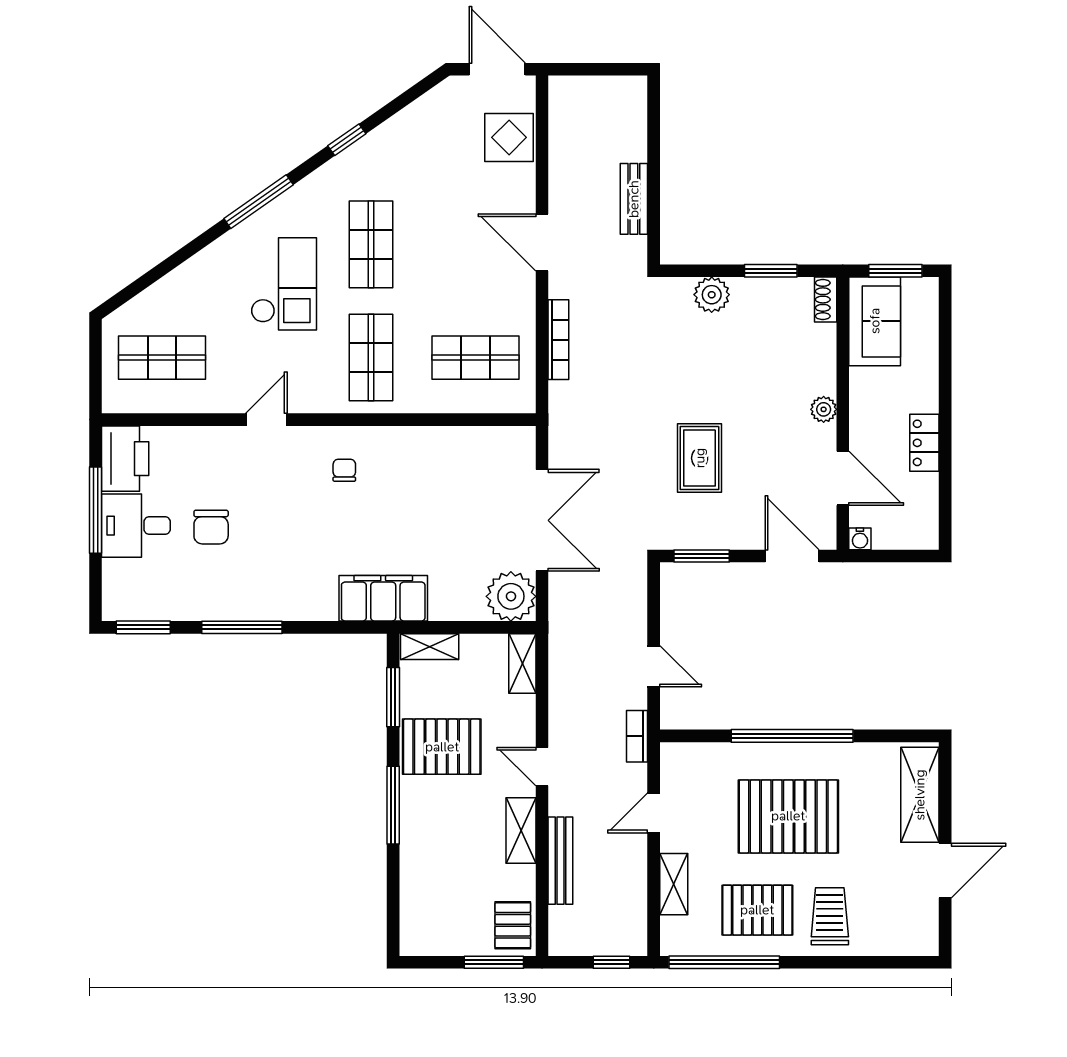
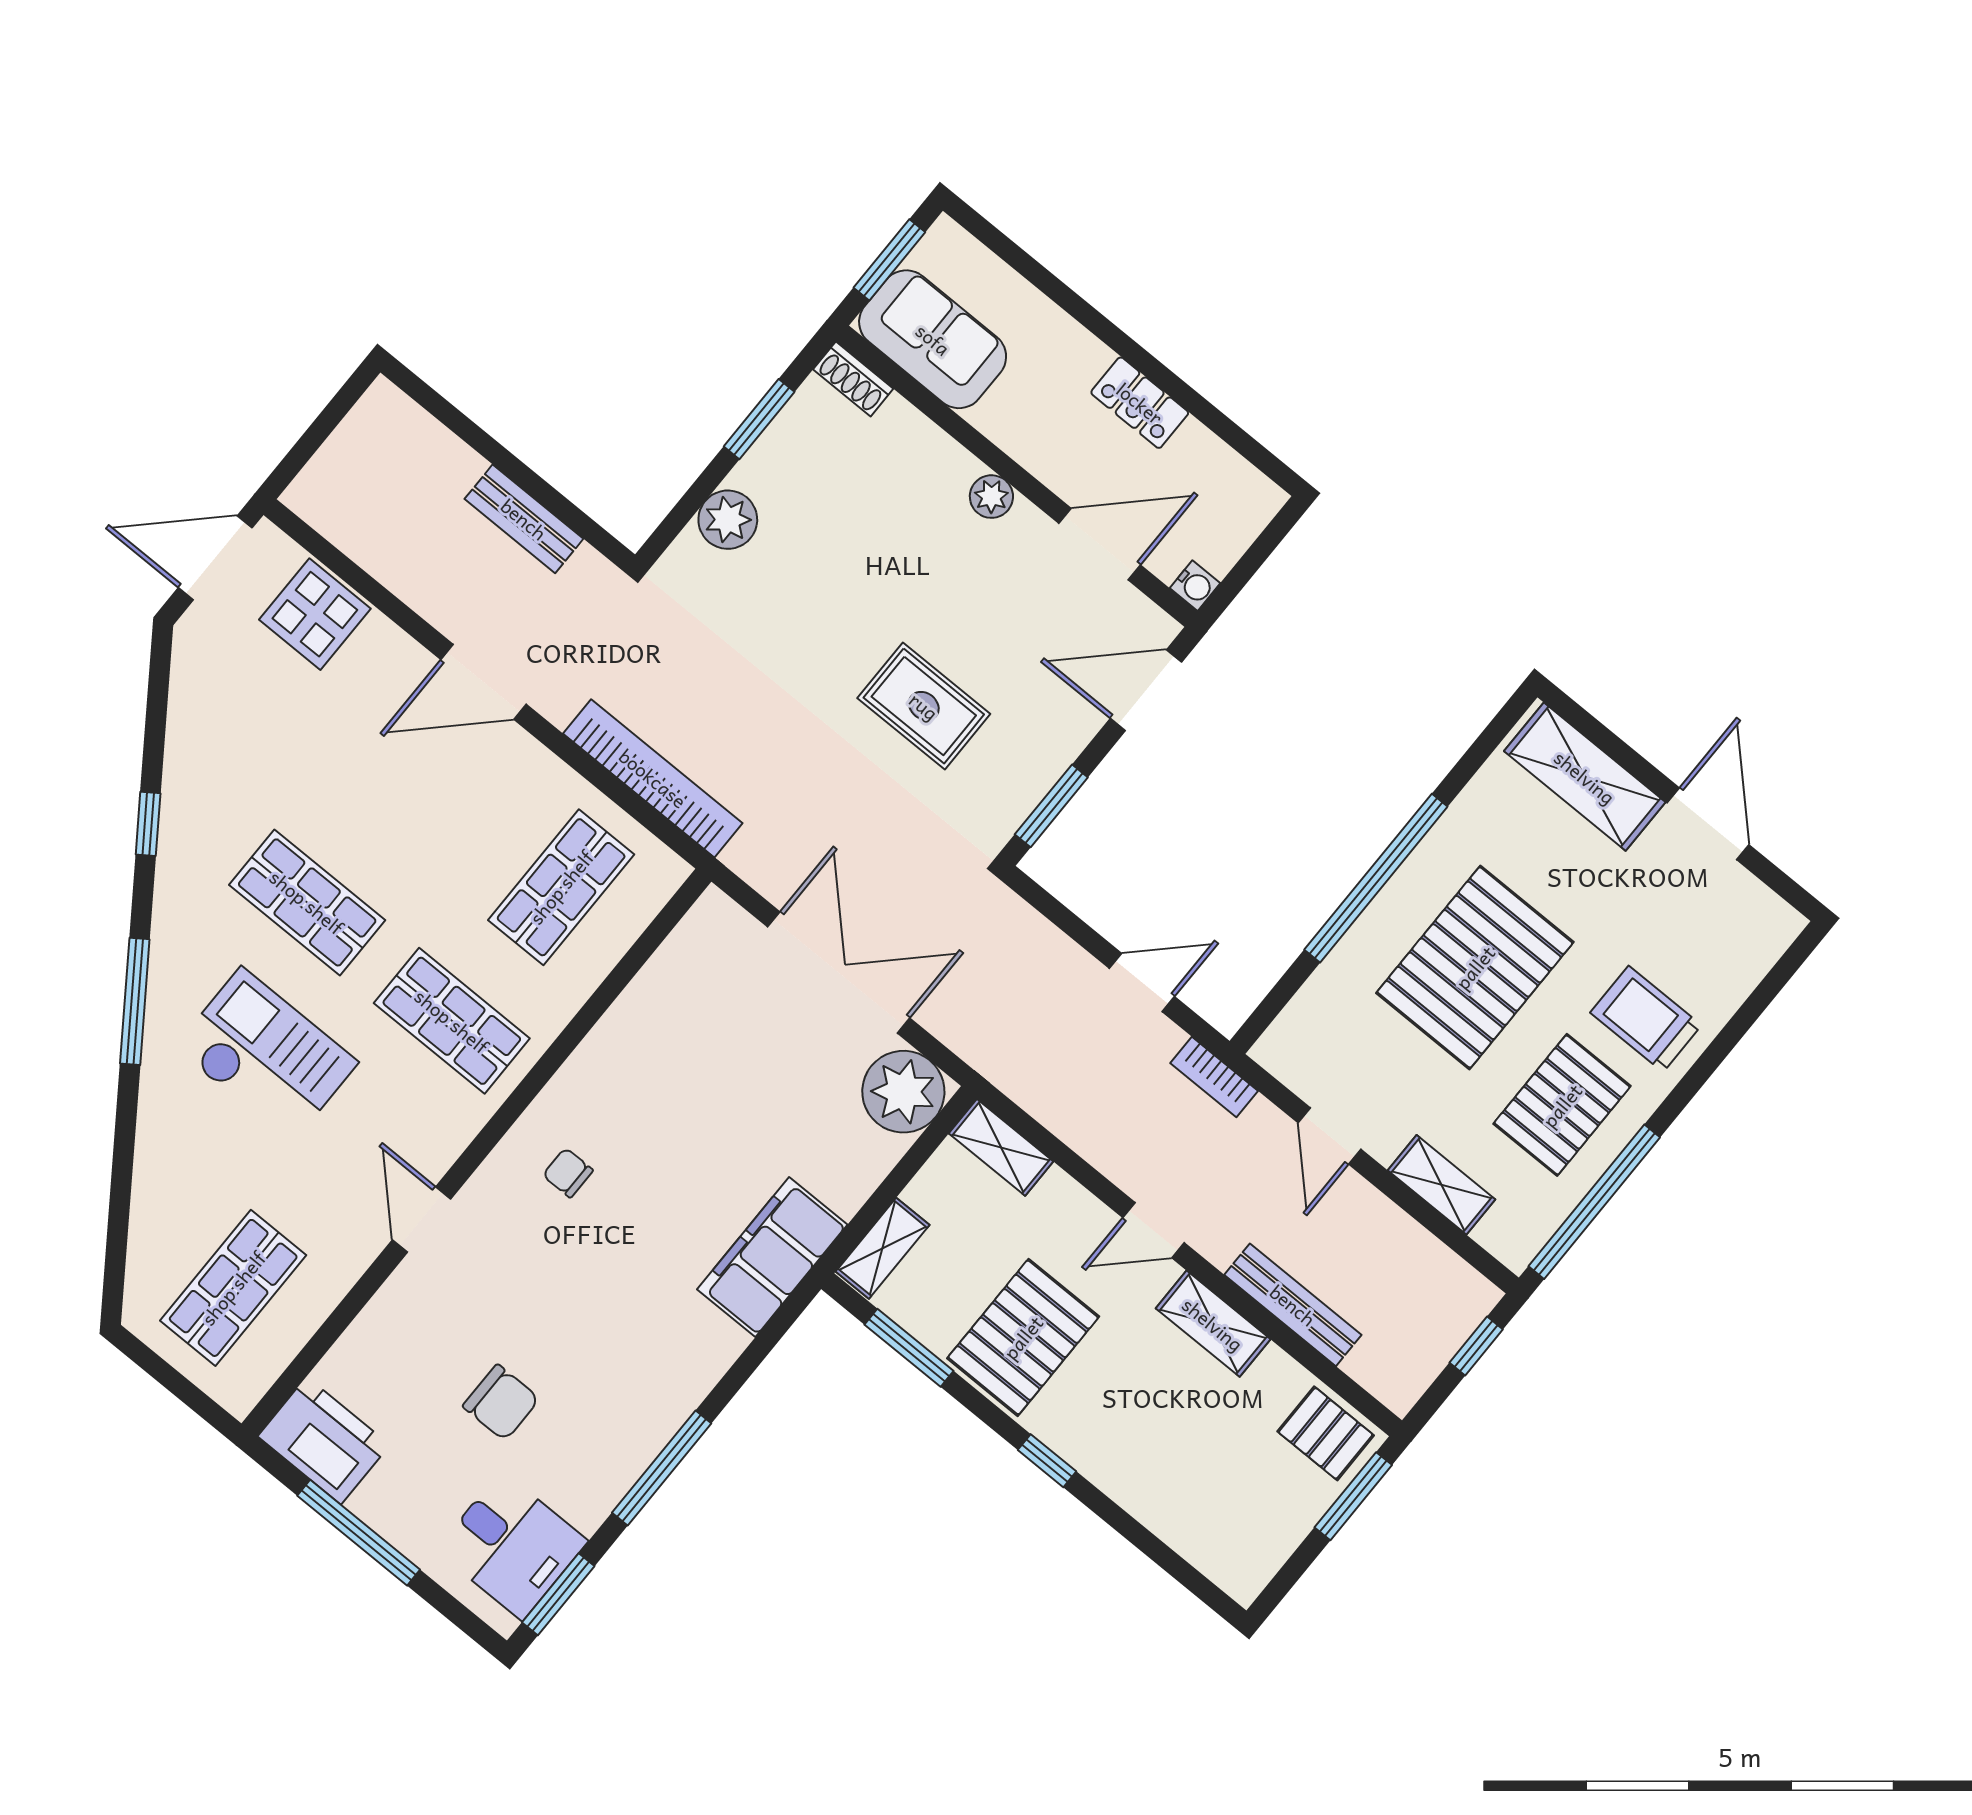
bookcase: (558, 340) -> (653, 778), width x1.48, depth x1.31
desk: (136, 526) -> (512, 1546), moved, turned -90
window: (393, 805) -> (1047, 1461), width x0.46

